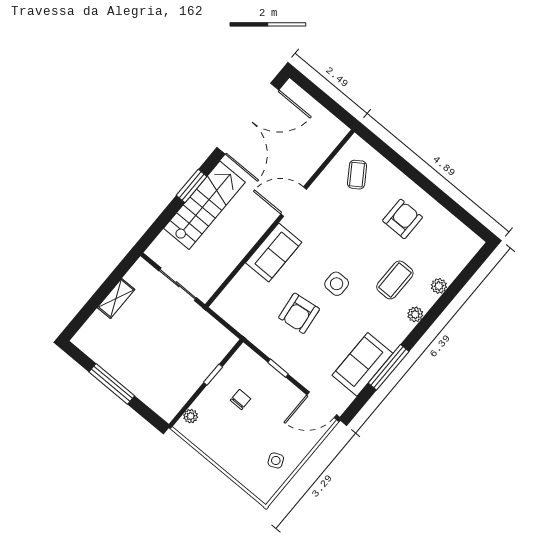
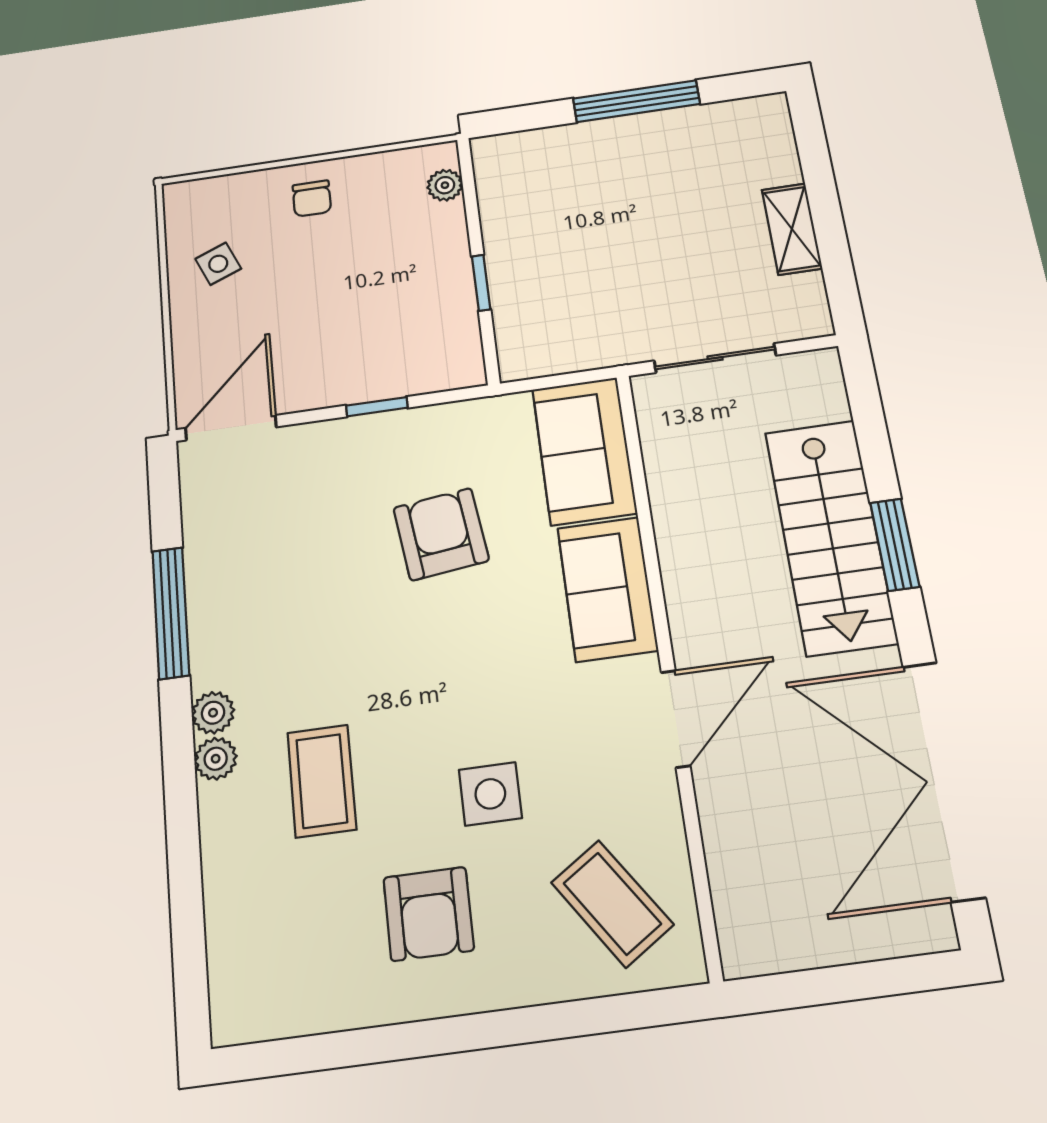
coffee table: (357, 175) -> (612, 904), width x1.36, depth x1.30
side table: (337, 284) -> (490, 794), moved
plant: (439, 286) -> (213, 713), moved
sofa: (362, 364) -> (584, 451), moved, turned 180
chair: (241, 399) -> (312, 199), moved

